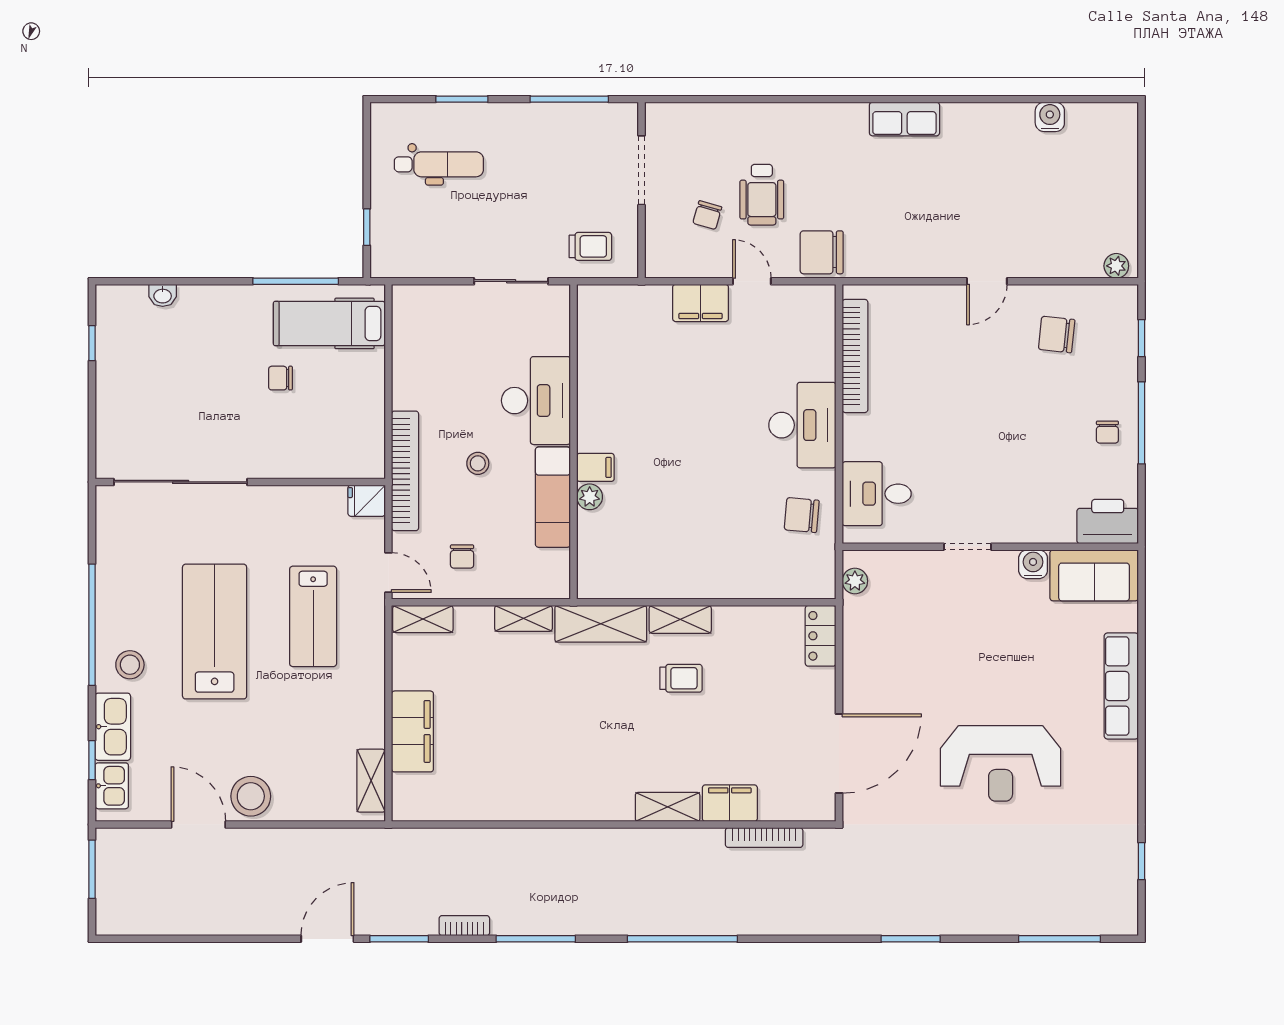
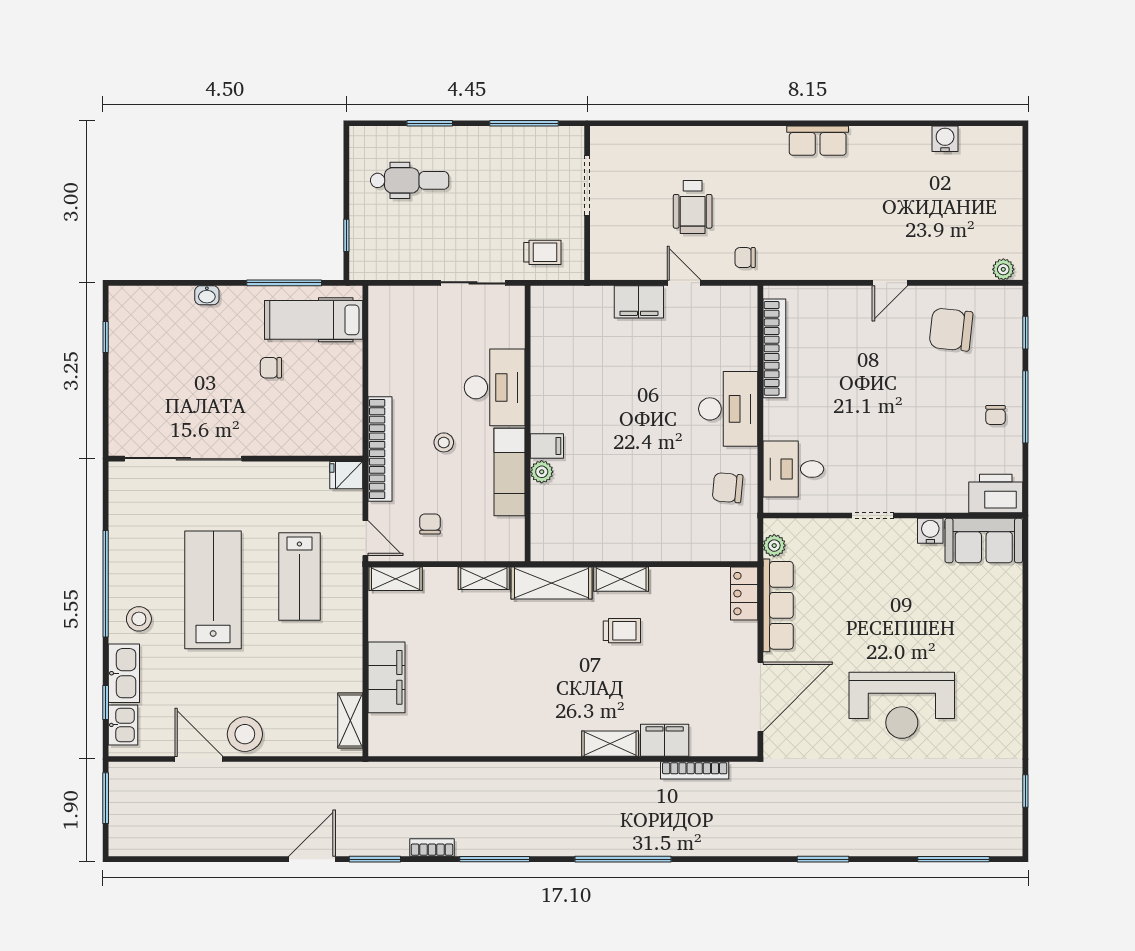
chair: (707, 215) -> (645, 225), removed
chair: (822, 252) -> (745, 258), width x0.54, depth x0.54
washbasin: (163, 295) -> (207, 295), moved
chair: (1057, 335) -> (951, 330), width x1.37, depth x1.37
chair: (462, 556) -> (430, 524), turned 180
row of seats: (1121, 686) -> (778, 605), moved, turned 180

